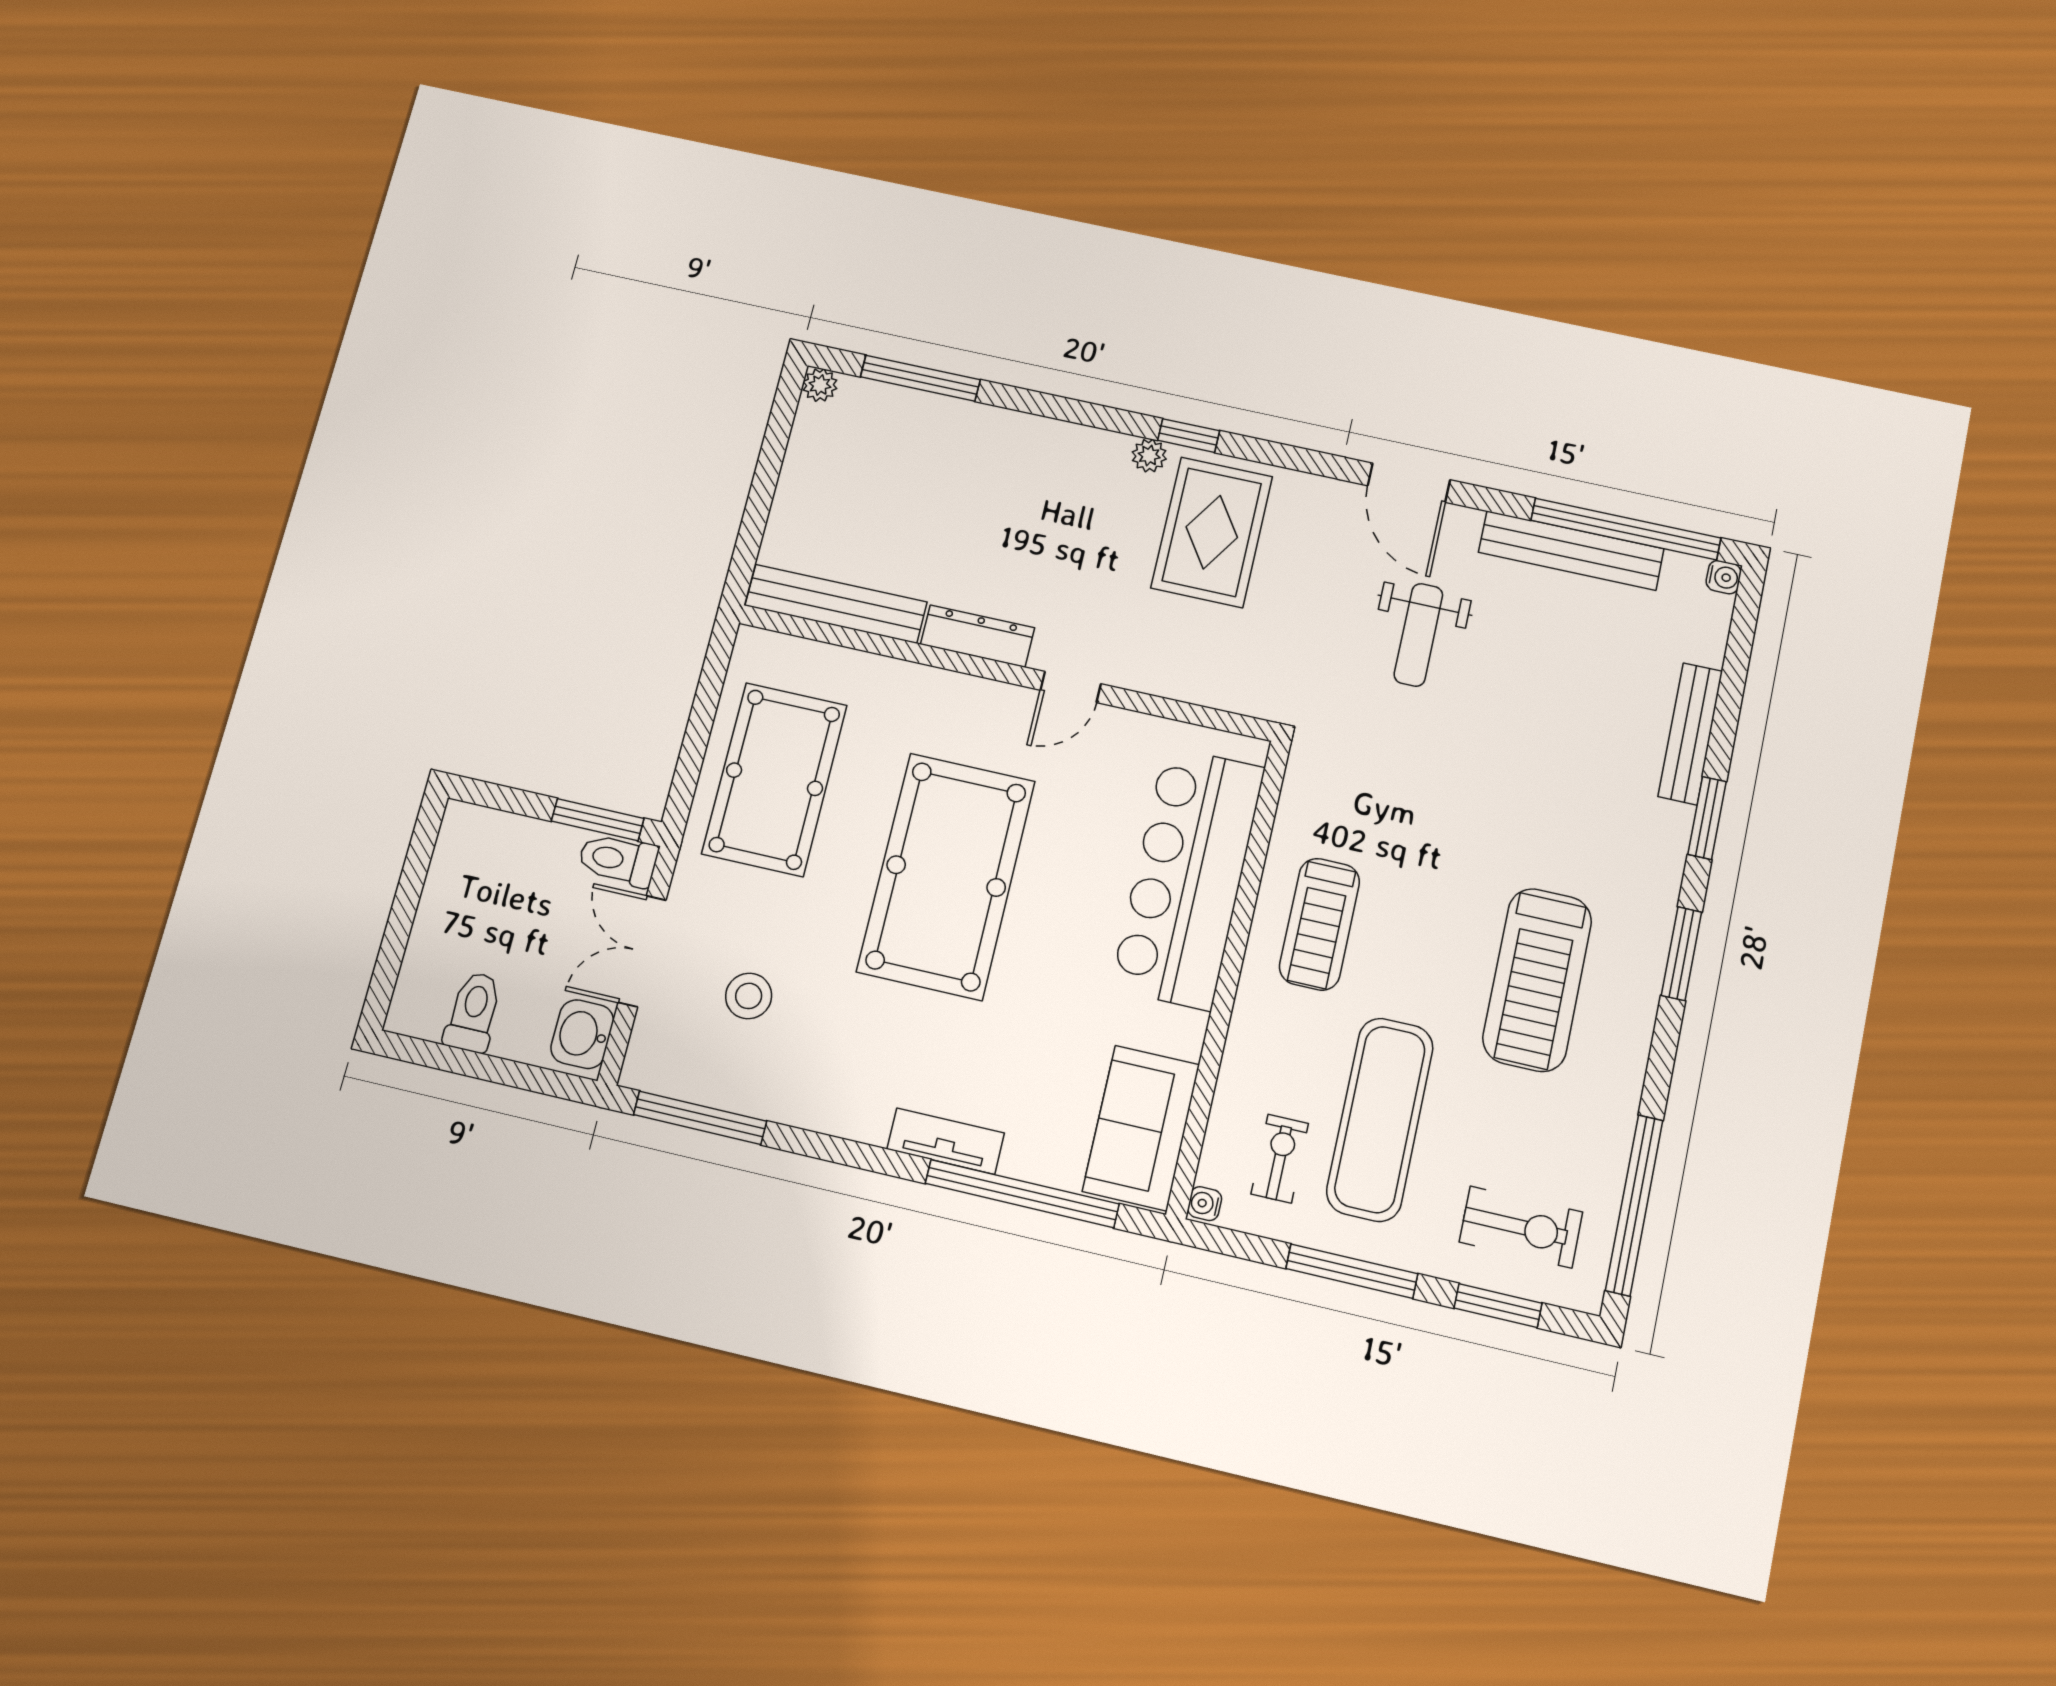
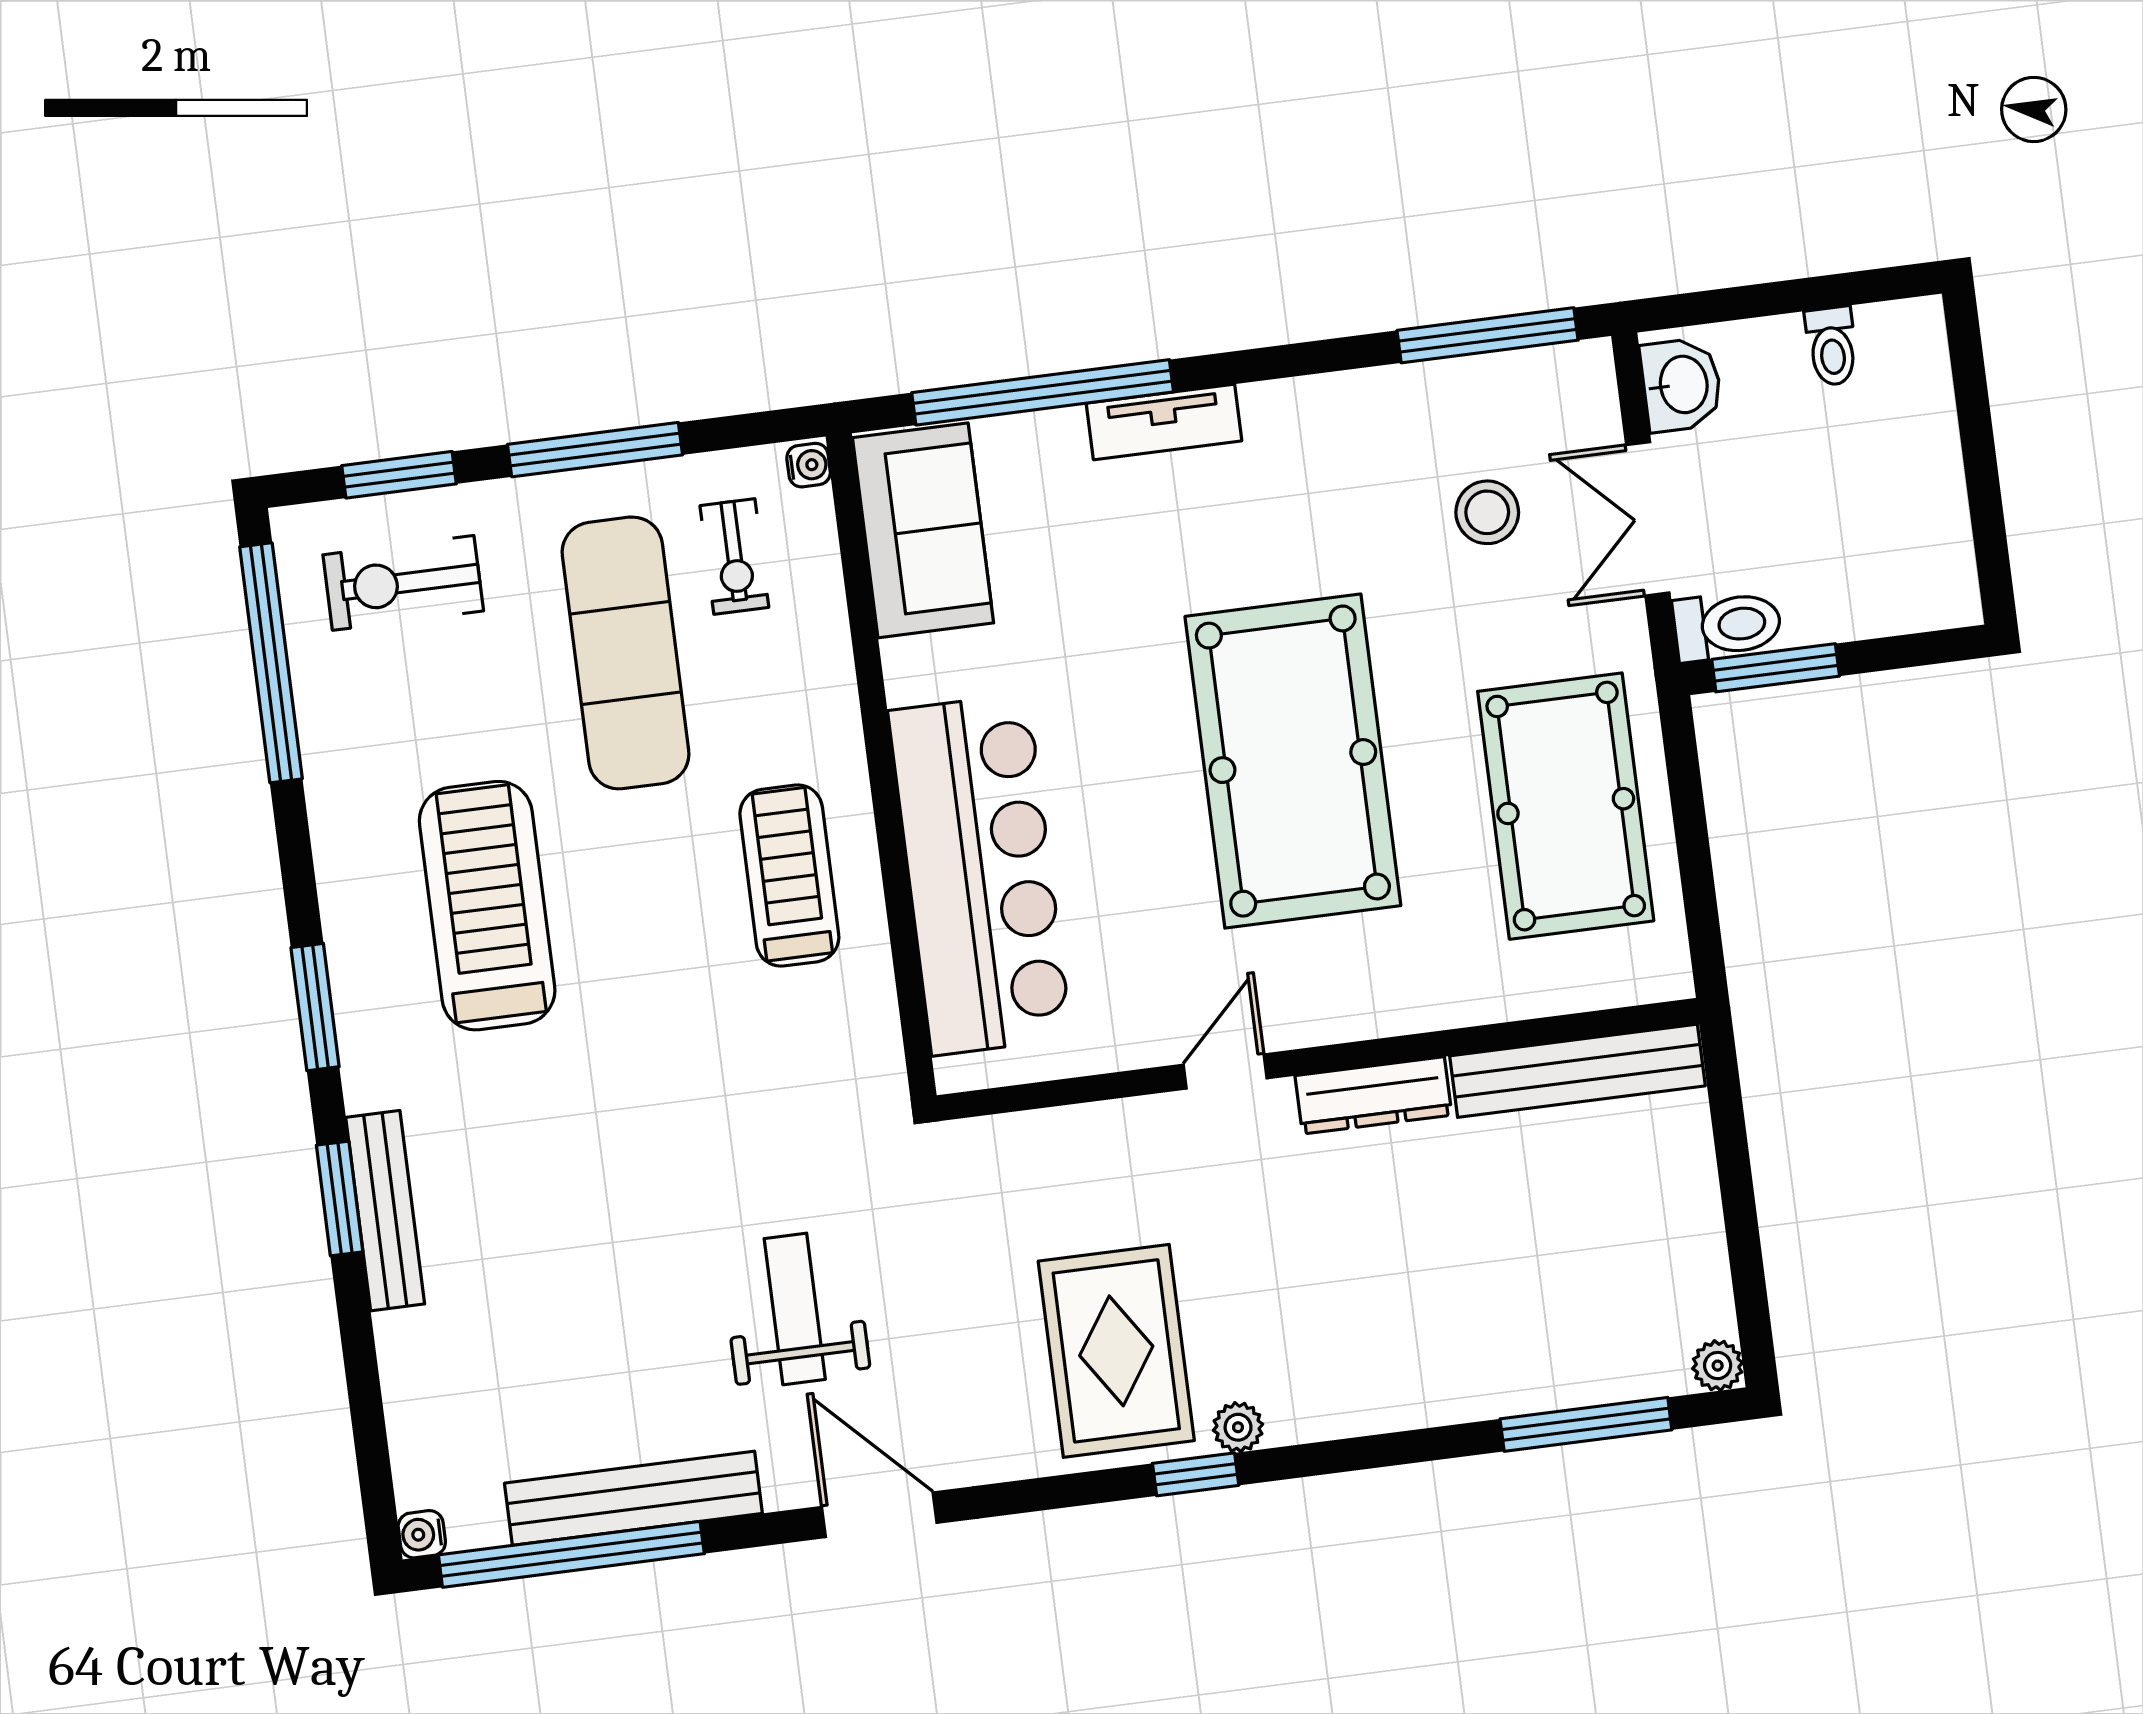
bench: (1690, 734) -> (385, 1211), moved
double door: (642, 951) -> (1648, 519), swing flipped
toilet: (473, 1012) -> (1832, 346), width x0.73, depth x0.72

